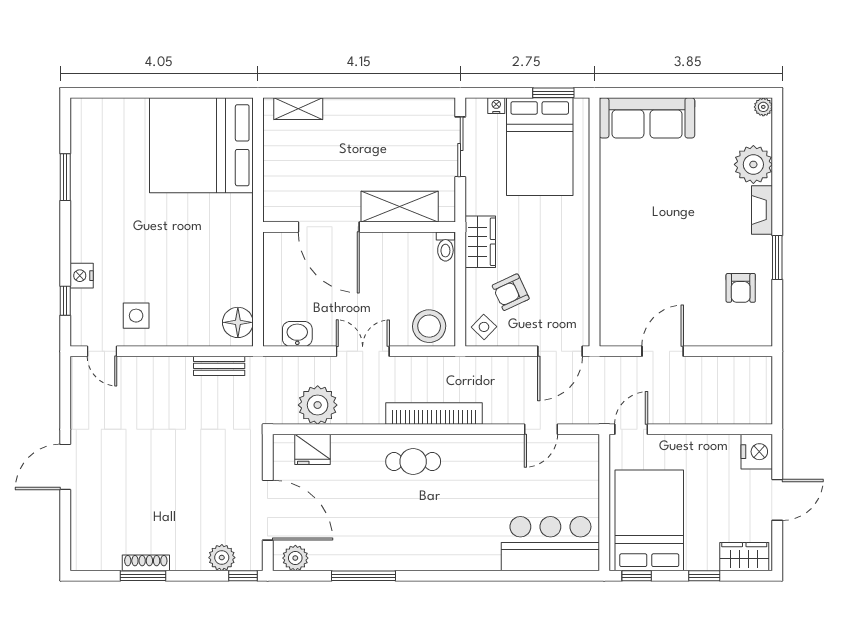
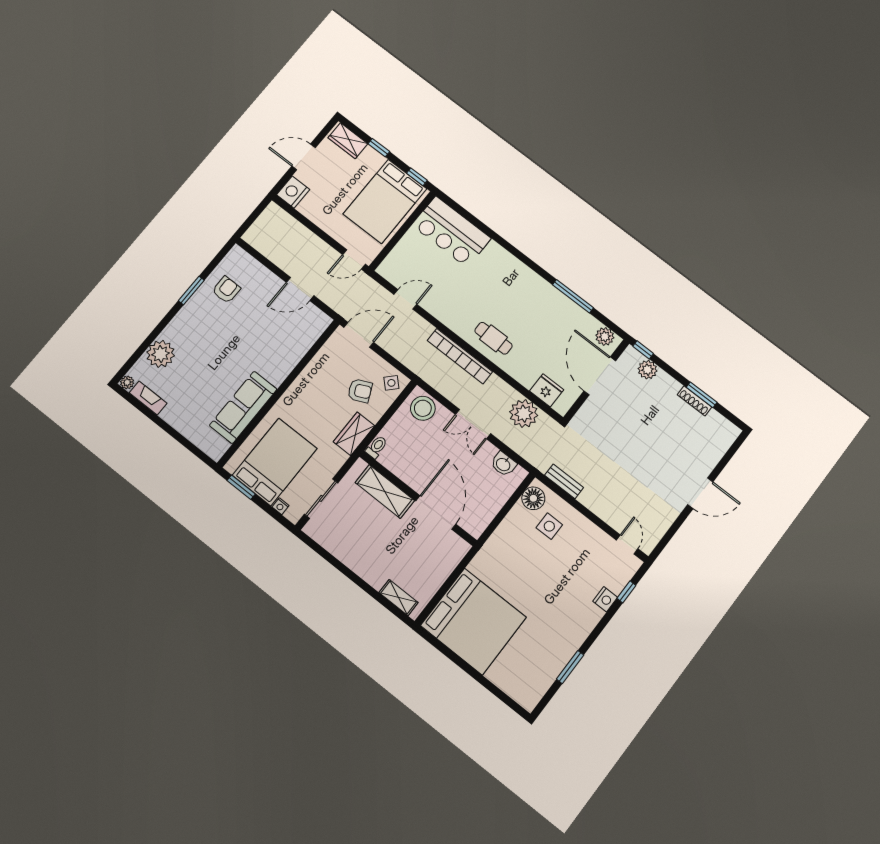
sofa: (647, 118) -> (243, 407), moved, turned -90
fireplace: (762, 210) -> (148, 398), moved, turned -90
side table: (136, 316) -> (549, 526), moved

